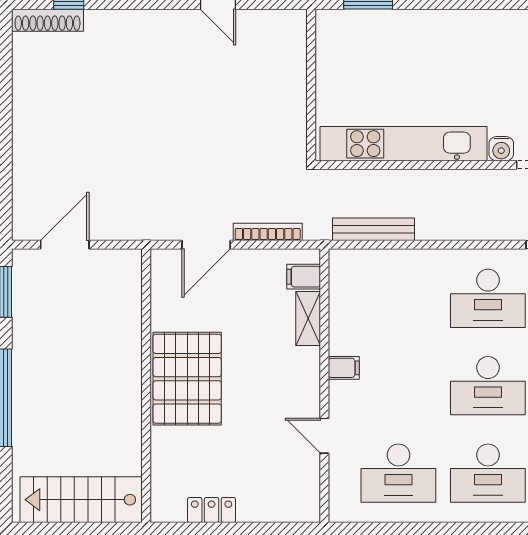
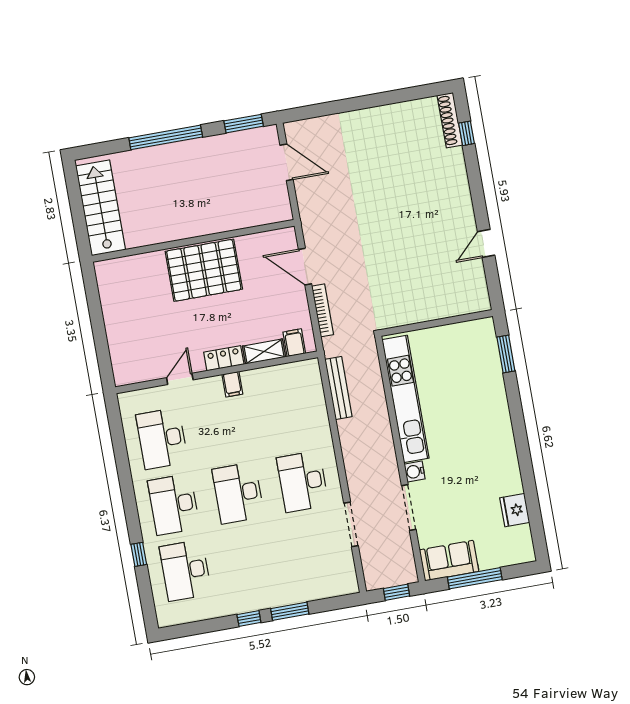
locker: (212, 510) -> (224, 358), moved, turned -90

